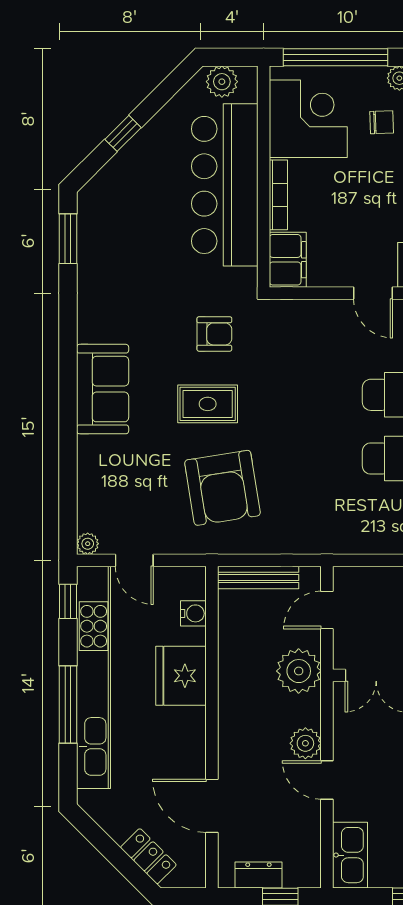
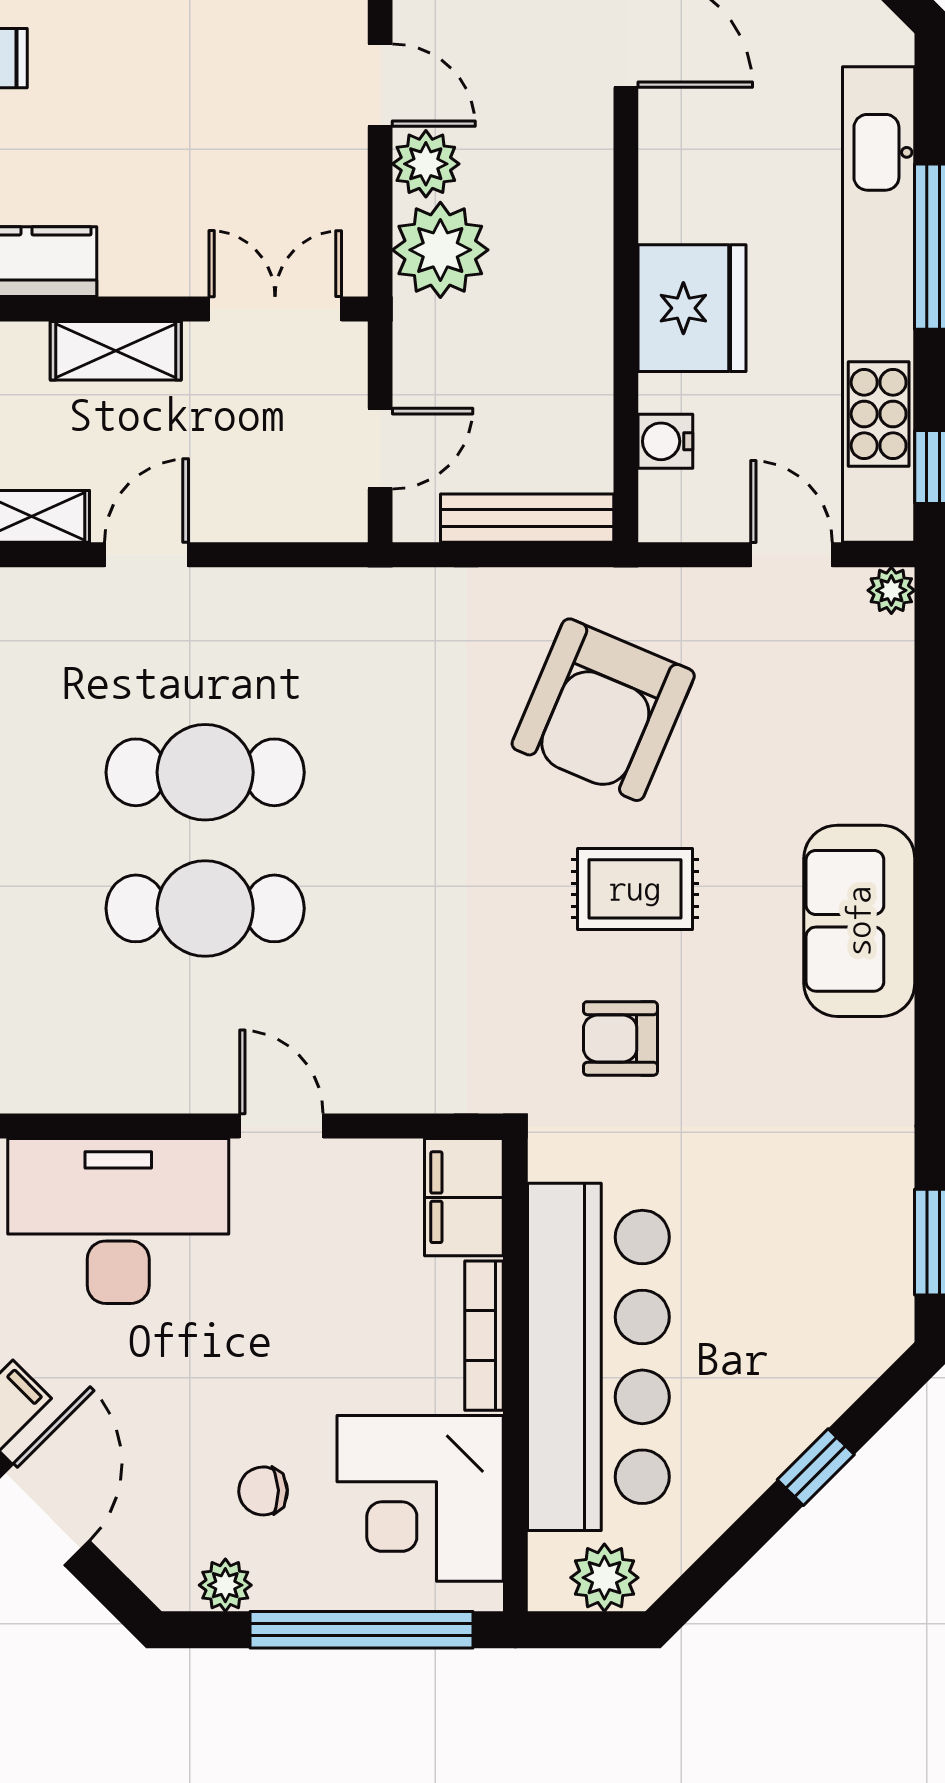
armchair: (222, 488) -> (603, 710), turned -148
plant: (299, 671) -> (440, 250), moved

